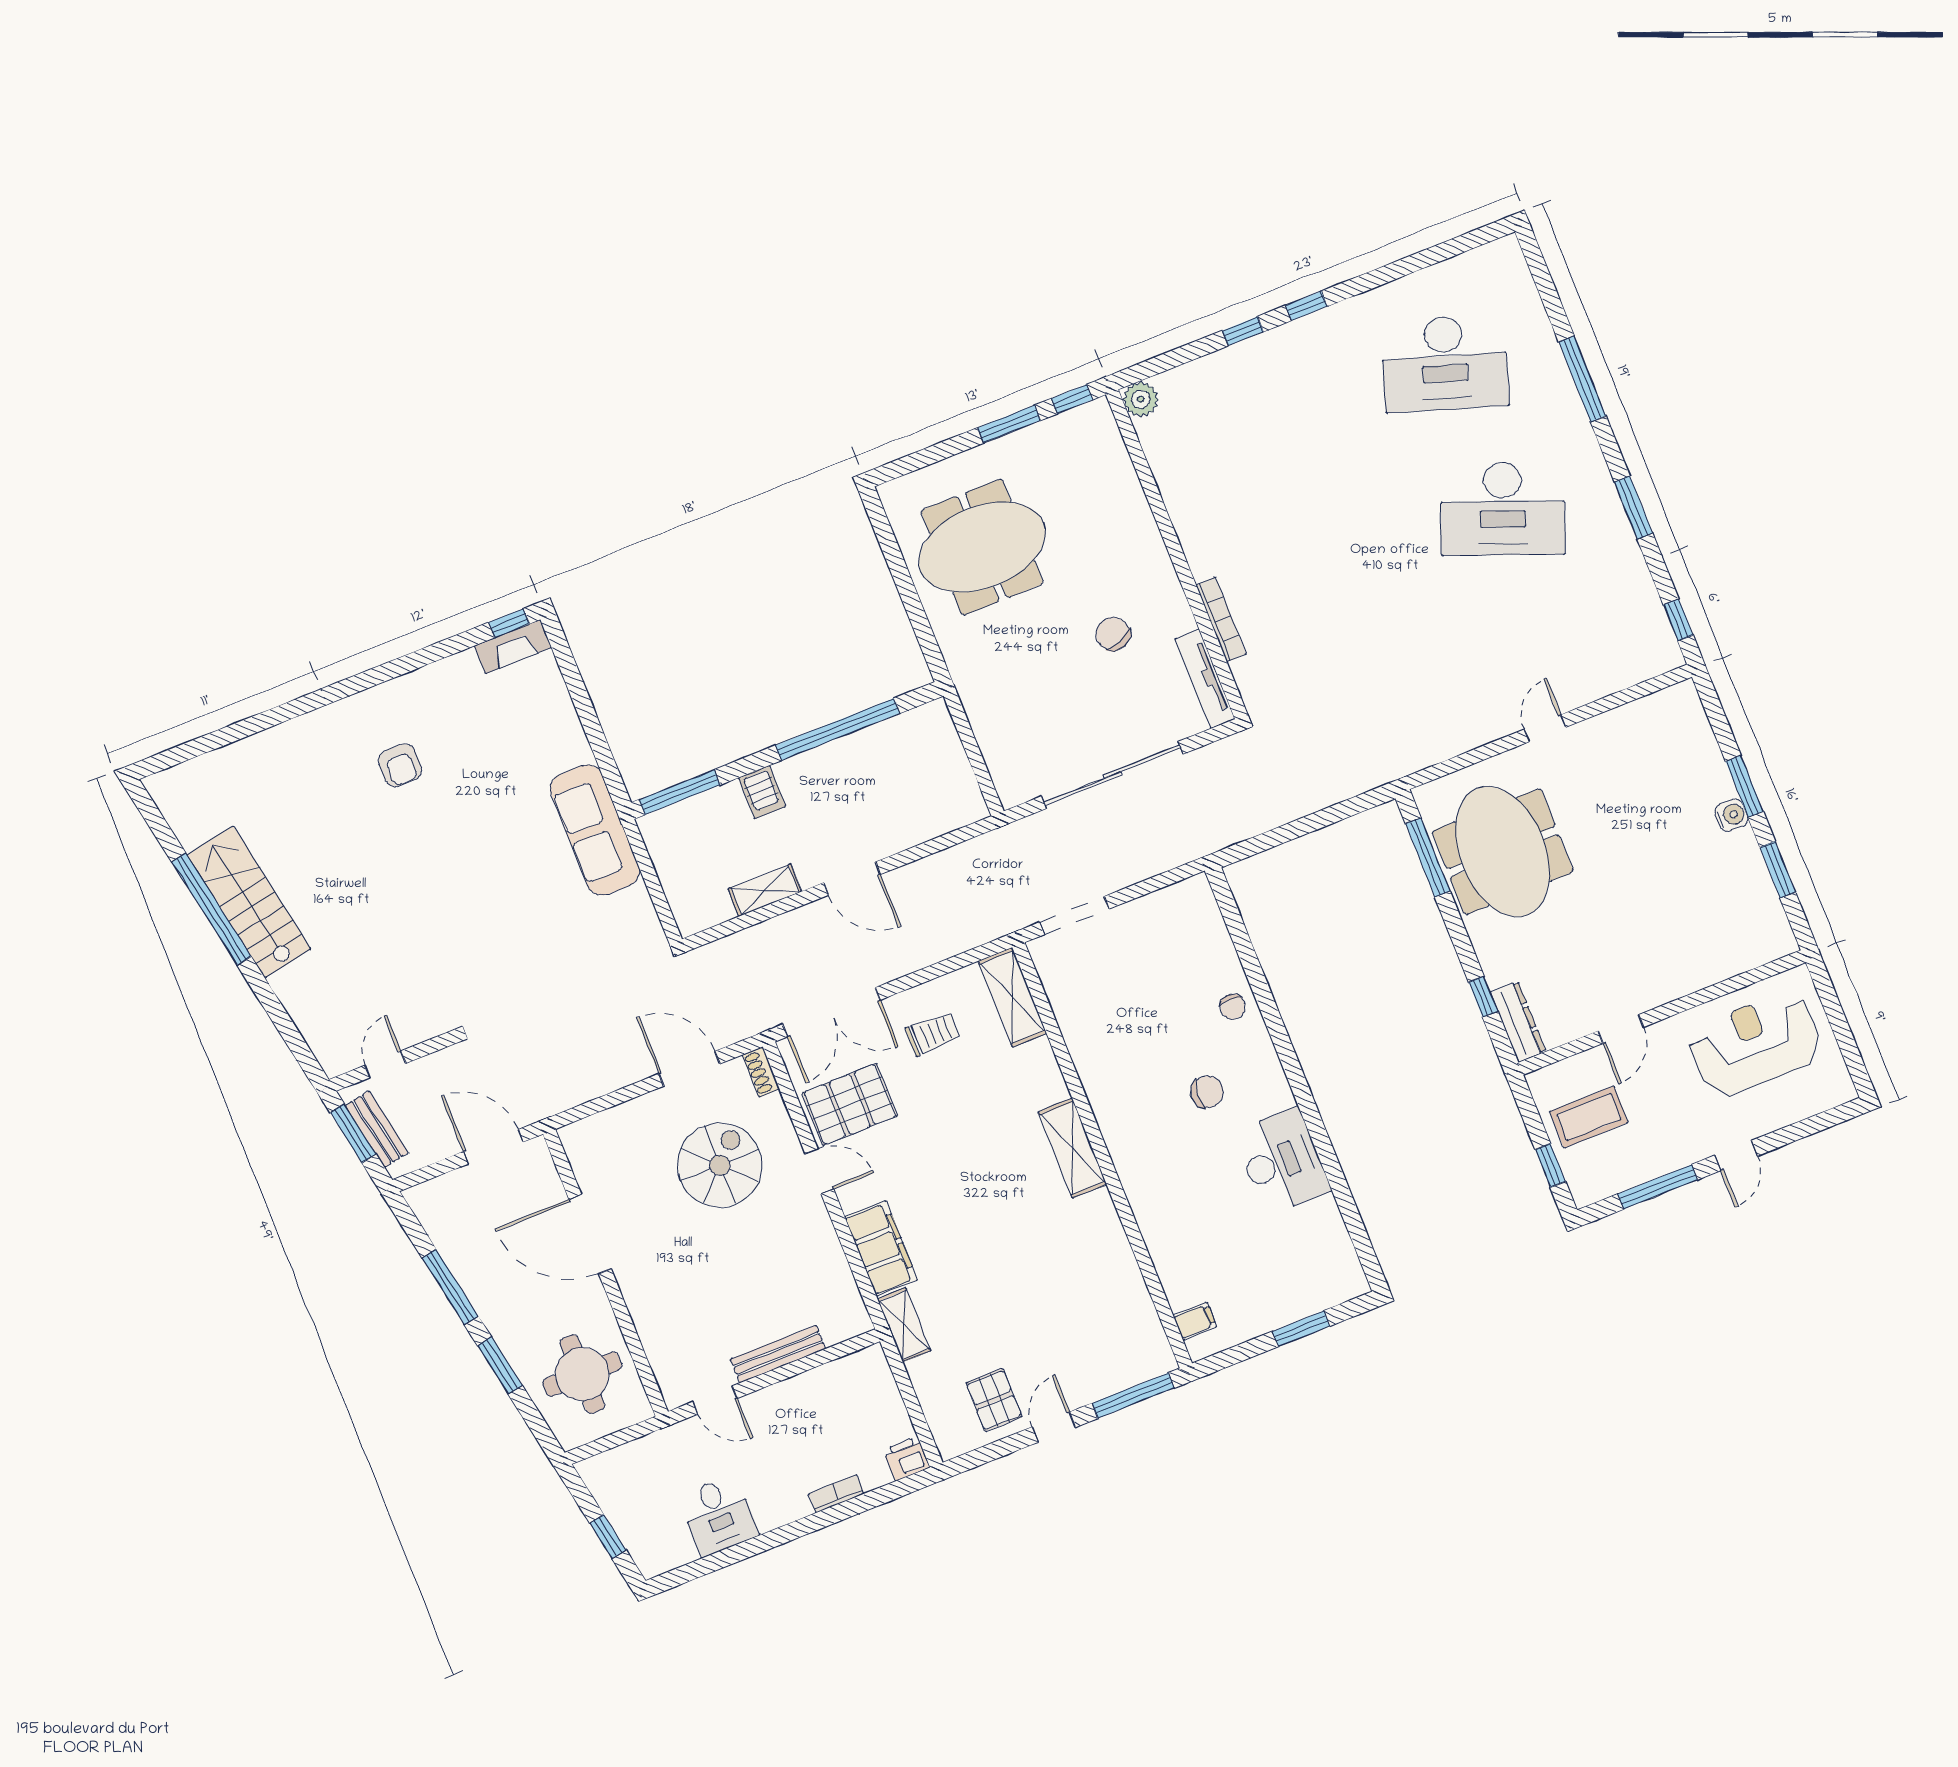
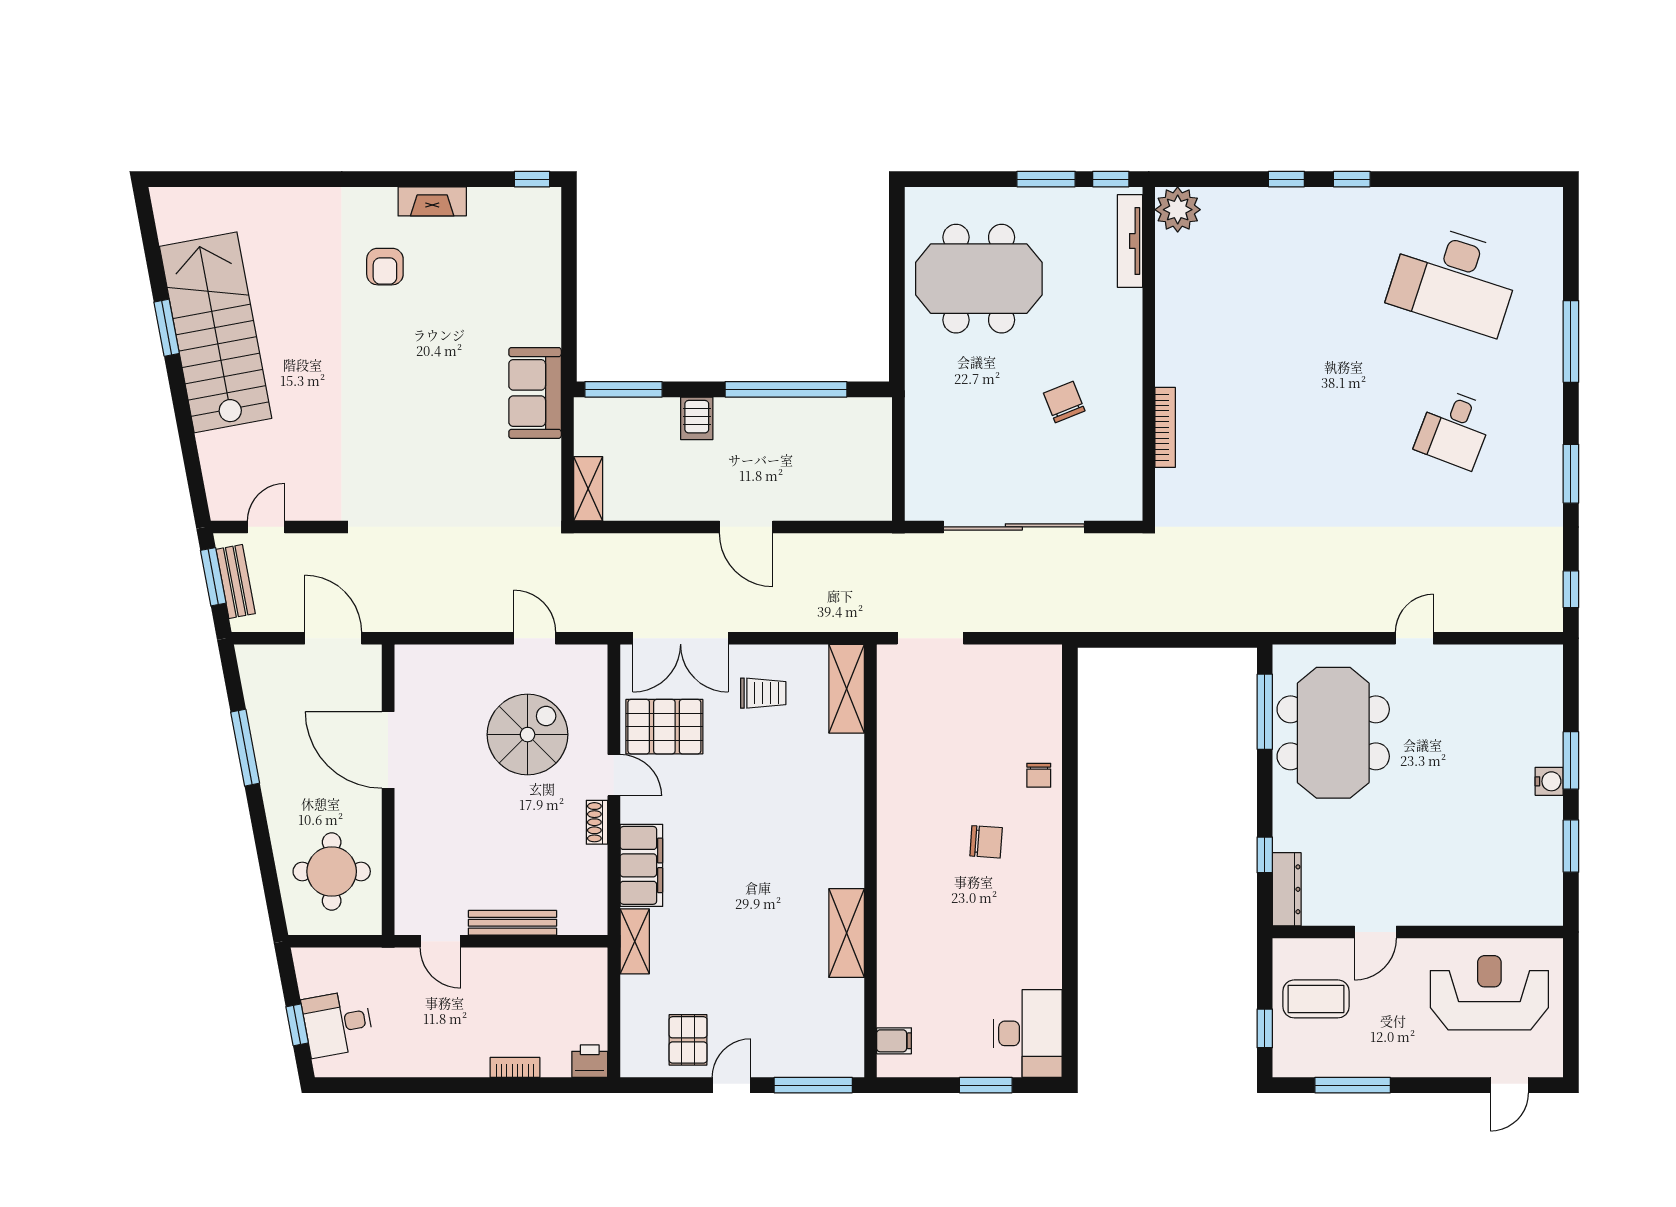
plant: (1141, 399) -> (1178, 210), width x1.36, depth x1.36
desk: (1503, 509) -> (1454, 429), width x0.53, depth x0.77
fireplace: (513, 647) -> (432, 201), moved
tv unit: (1205, 679) -> (1130, 241), moved
sofa: (595, 830) -> (535, 393), width x0.73
shelving: (765, 890) -> (588, 489), moved, turned 90
stairs: (249, 902) -> (216, 332), width x1.36, depth x1.51
window: (211, 909) -> (167, 328), width x0.47
door: (689, 1069) -> (535, 638), width x0.73
shoe rack: (761, 1072) -> (597, 822), moved
shelving: (1072, 1148) -> (847, 933), moved
door: (1736, 1156) -> (1509, 1085), moved
desk: (1282, 1161) -> (1028, 1033), moved
window: (500, 1365) -> (262, 835), removed
desk: (718, 1515) -> (338, 1024), moved, turned 79

